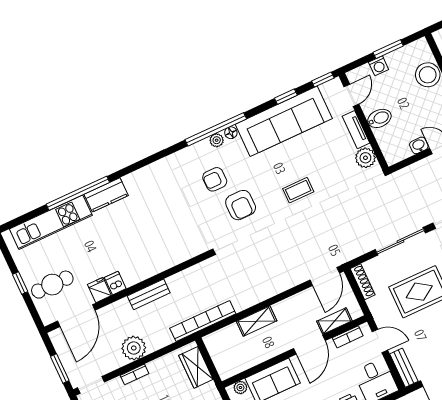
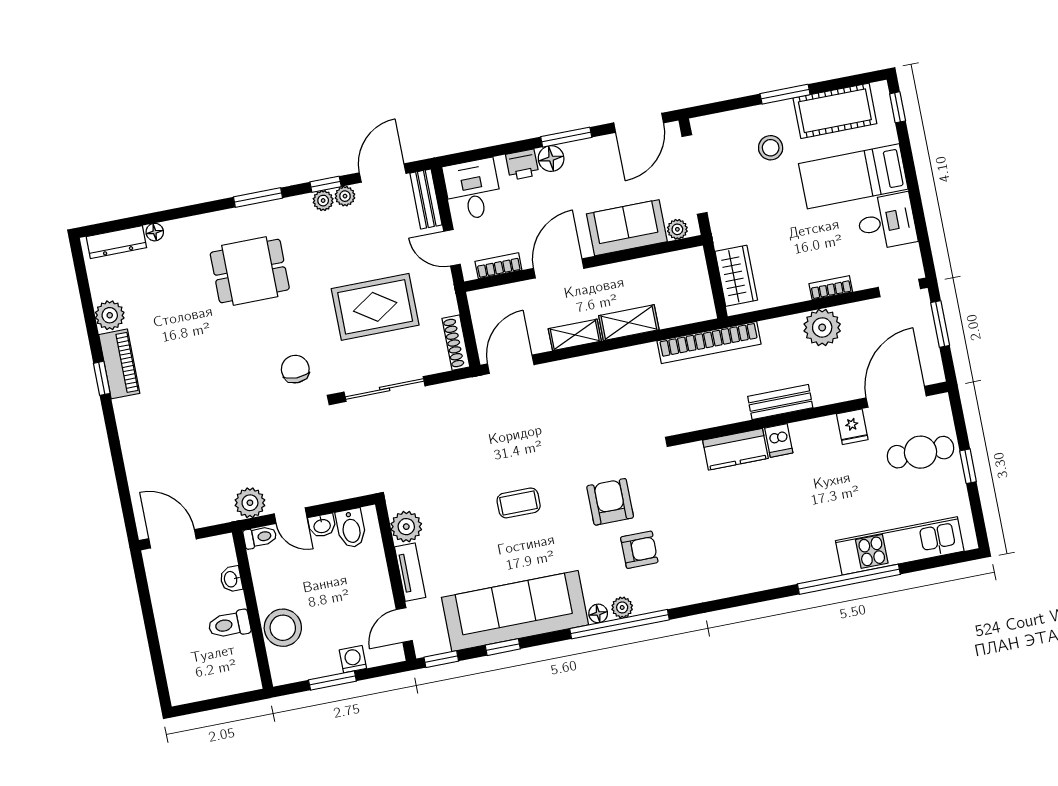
bidet: (379, 118) -> (351, 528), moved, turned -90
kitchen counter: (106, 195) -> (735, 449), moved, turned 180
dishwasher: (115, 283) -> (779, 440), moved
shelving: (334, 321) -> (575, 335), moved

